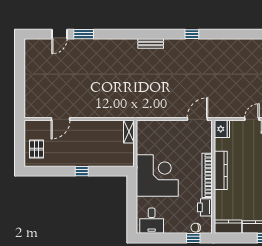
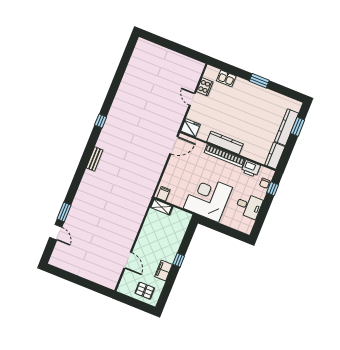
door: (197, 119) -> (174, 145), swing flipped
filing cabinet: (143, 128) -> (163, 194), added
filing cabinet: (65, 160) -> (164, 271), added
desk: (152, 221) -> (249, 206), moved

